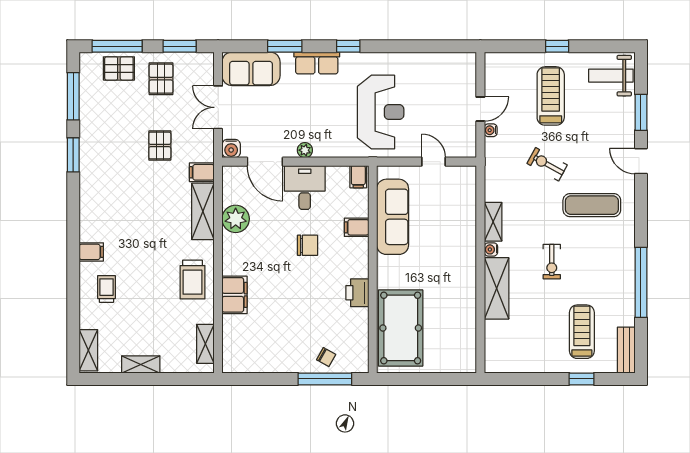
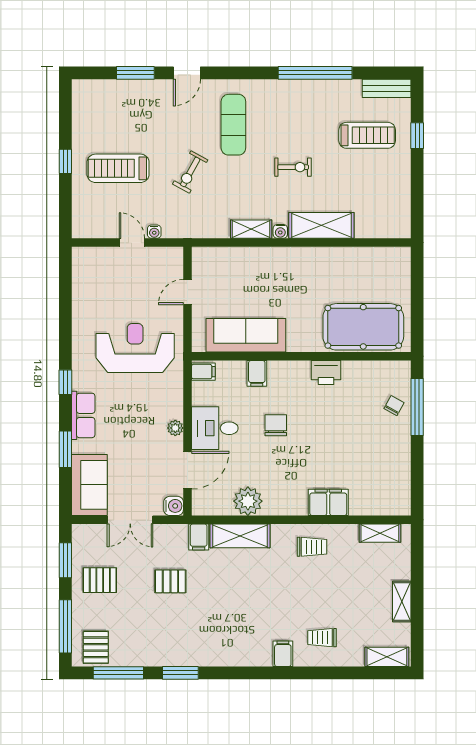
pallet: (119, 68) -> (96, 647), moved
weight bench: (611, 76) -> (97, 105), removed
trolley: (192, 279) -> (312, 547), width x0.73, depth x0.72
treadmill: (582, 332) -> (367, 135), turned 180

